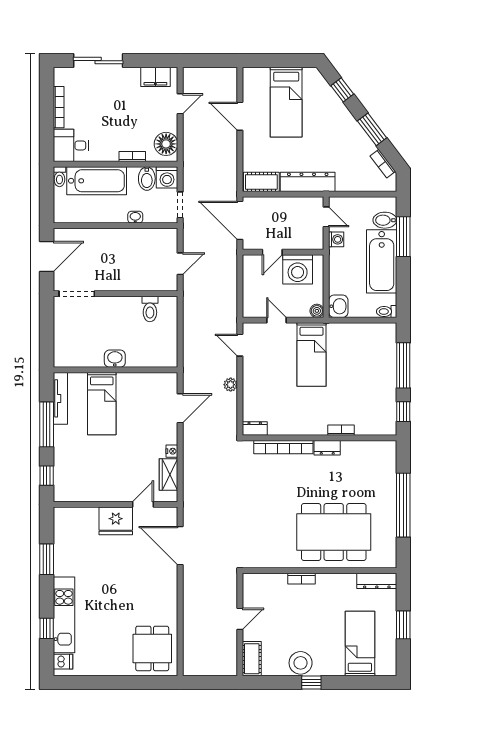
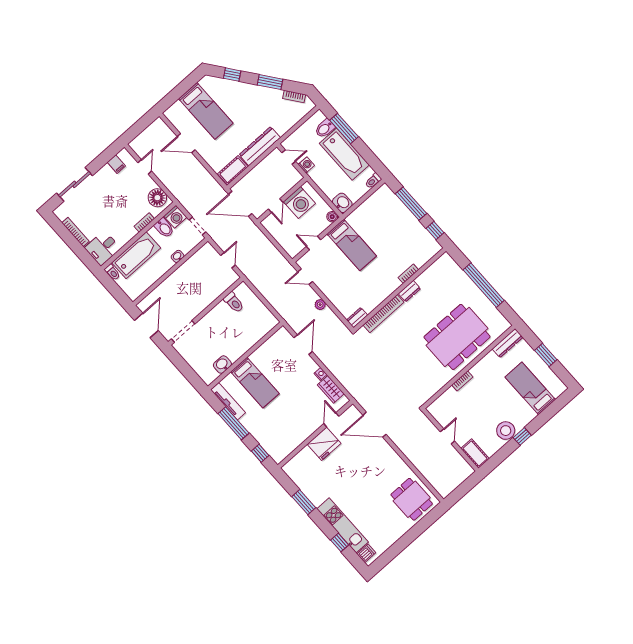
filing cabinet: (155, 77) -> (116, 164), width x0.50
washbasin: (115, 359) -> (222, 365), moved

